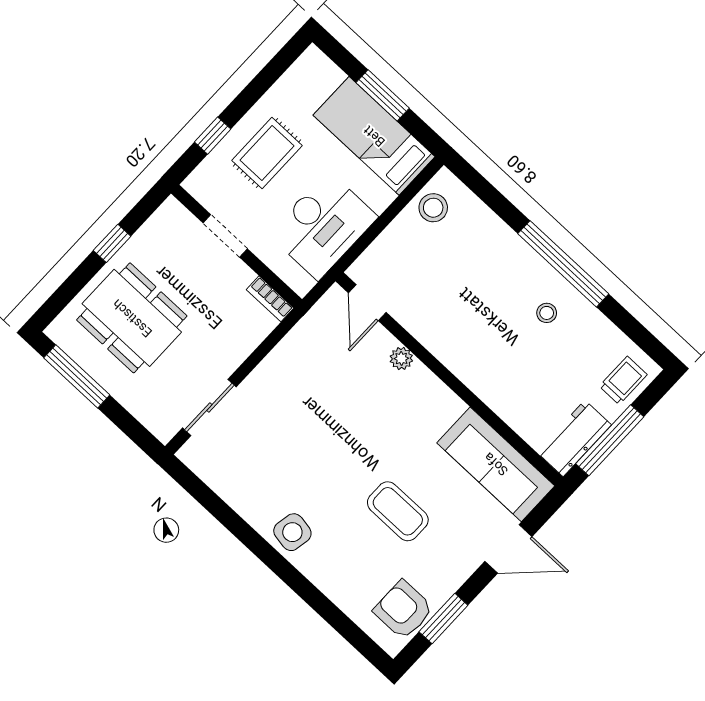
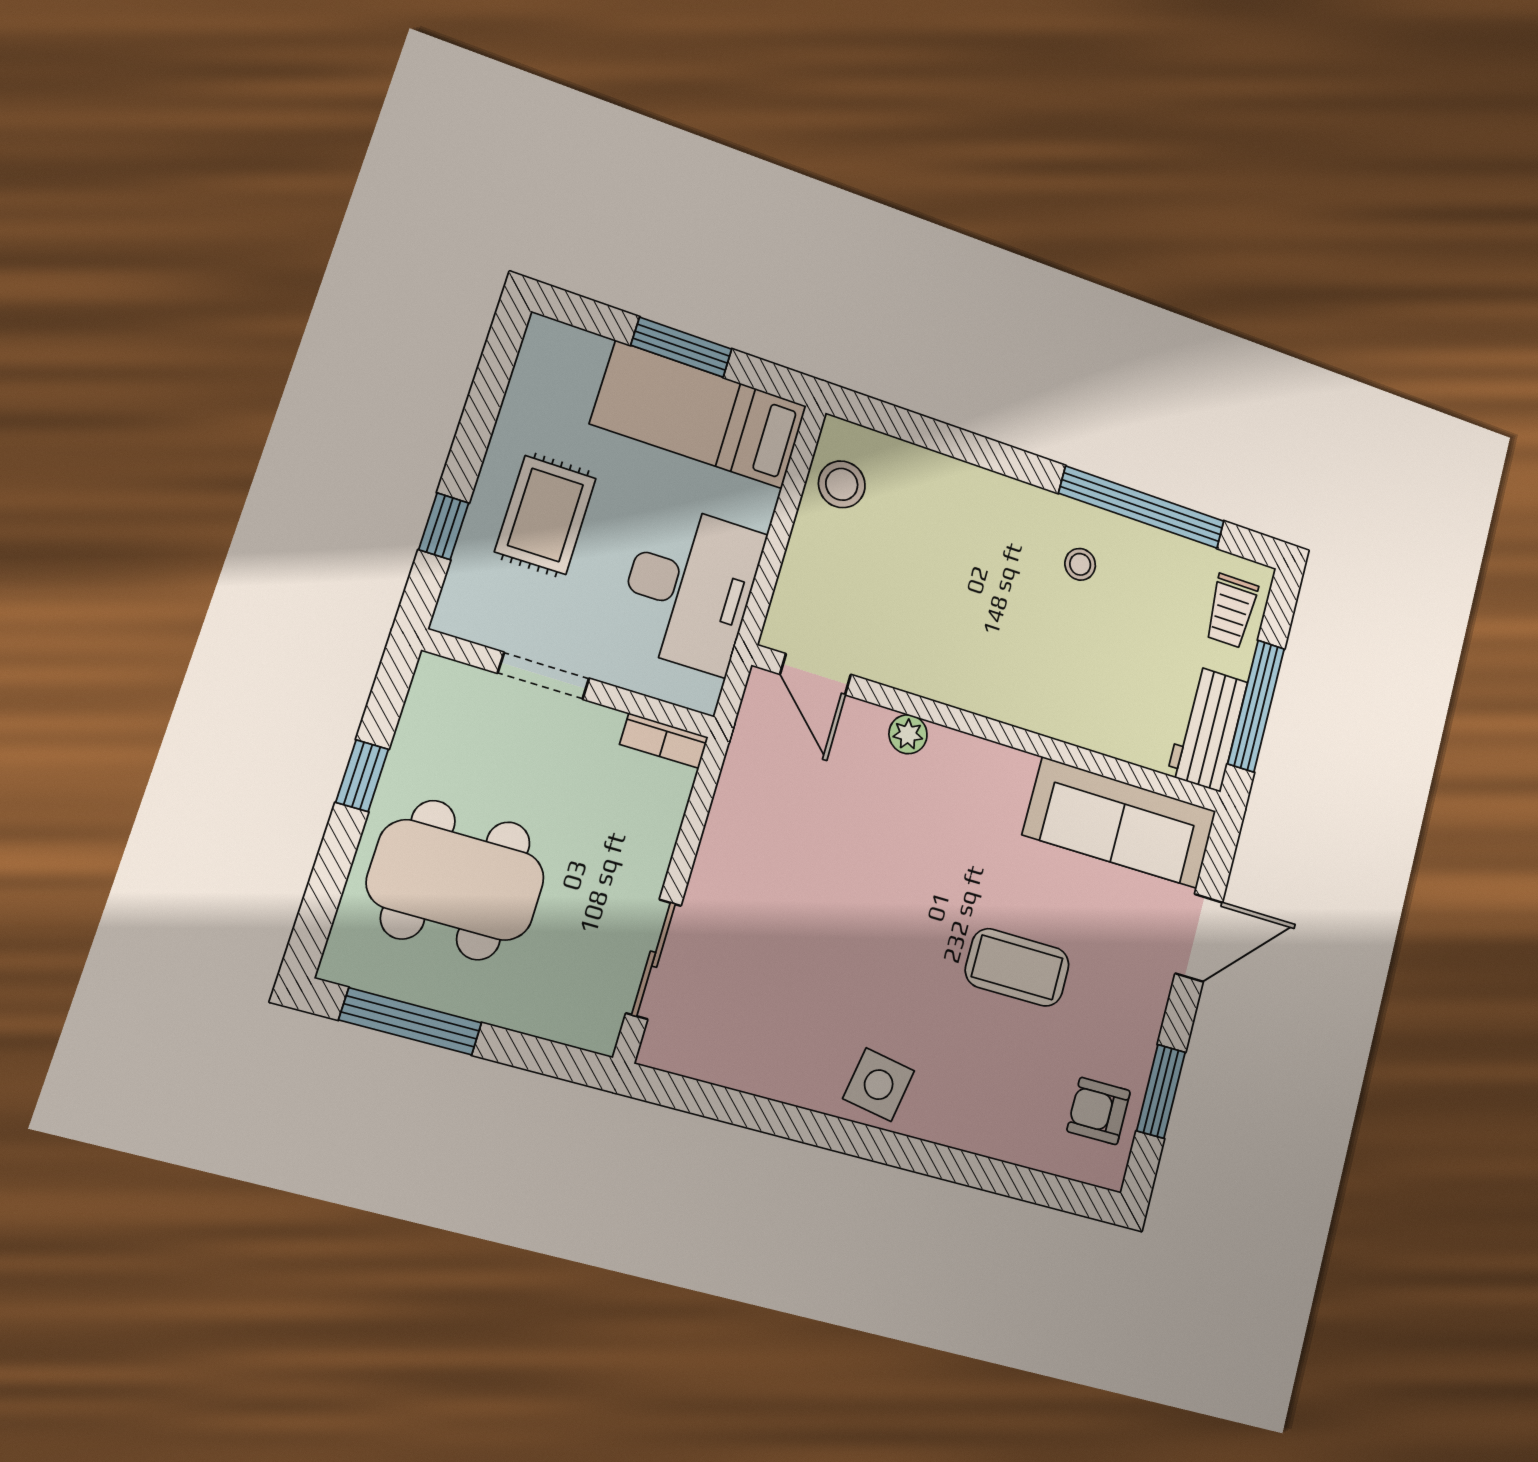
window: (563, 264) -> (1142, 507), moved
trolley: (623, 380) -> (1231, 611), turned 180
armchair: (403, 610) -> (1099, 1111), width x0.72, depth x0.72

